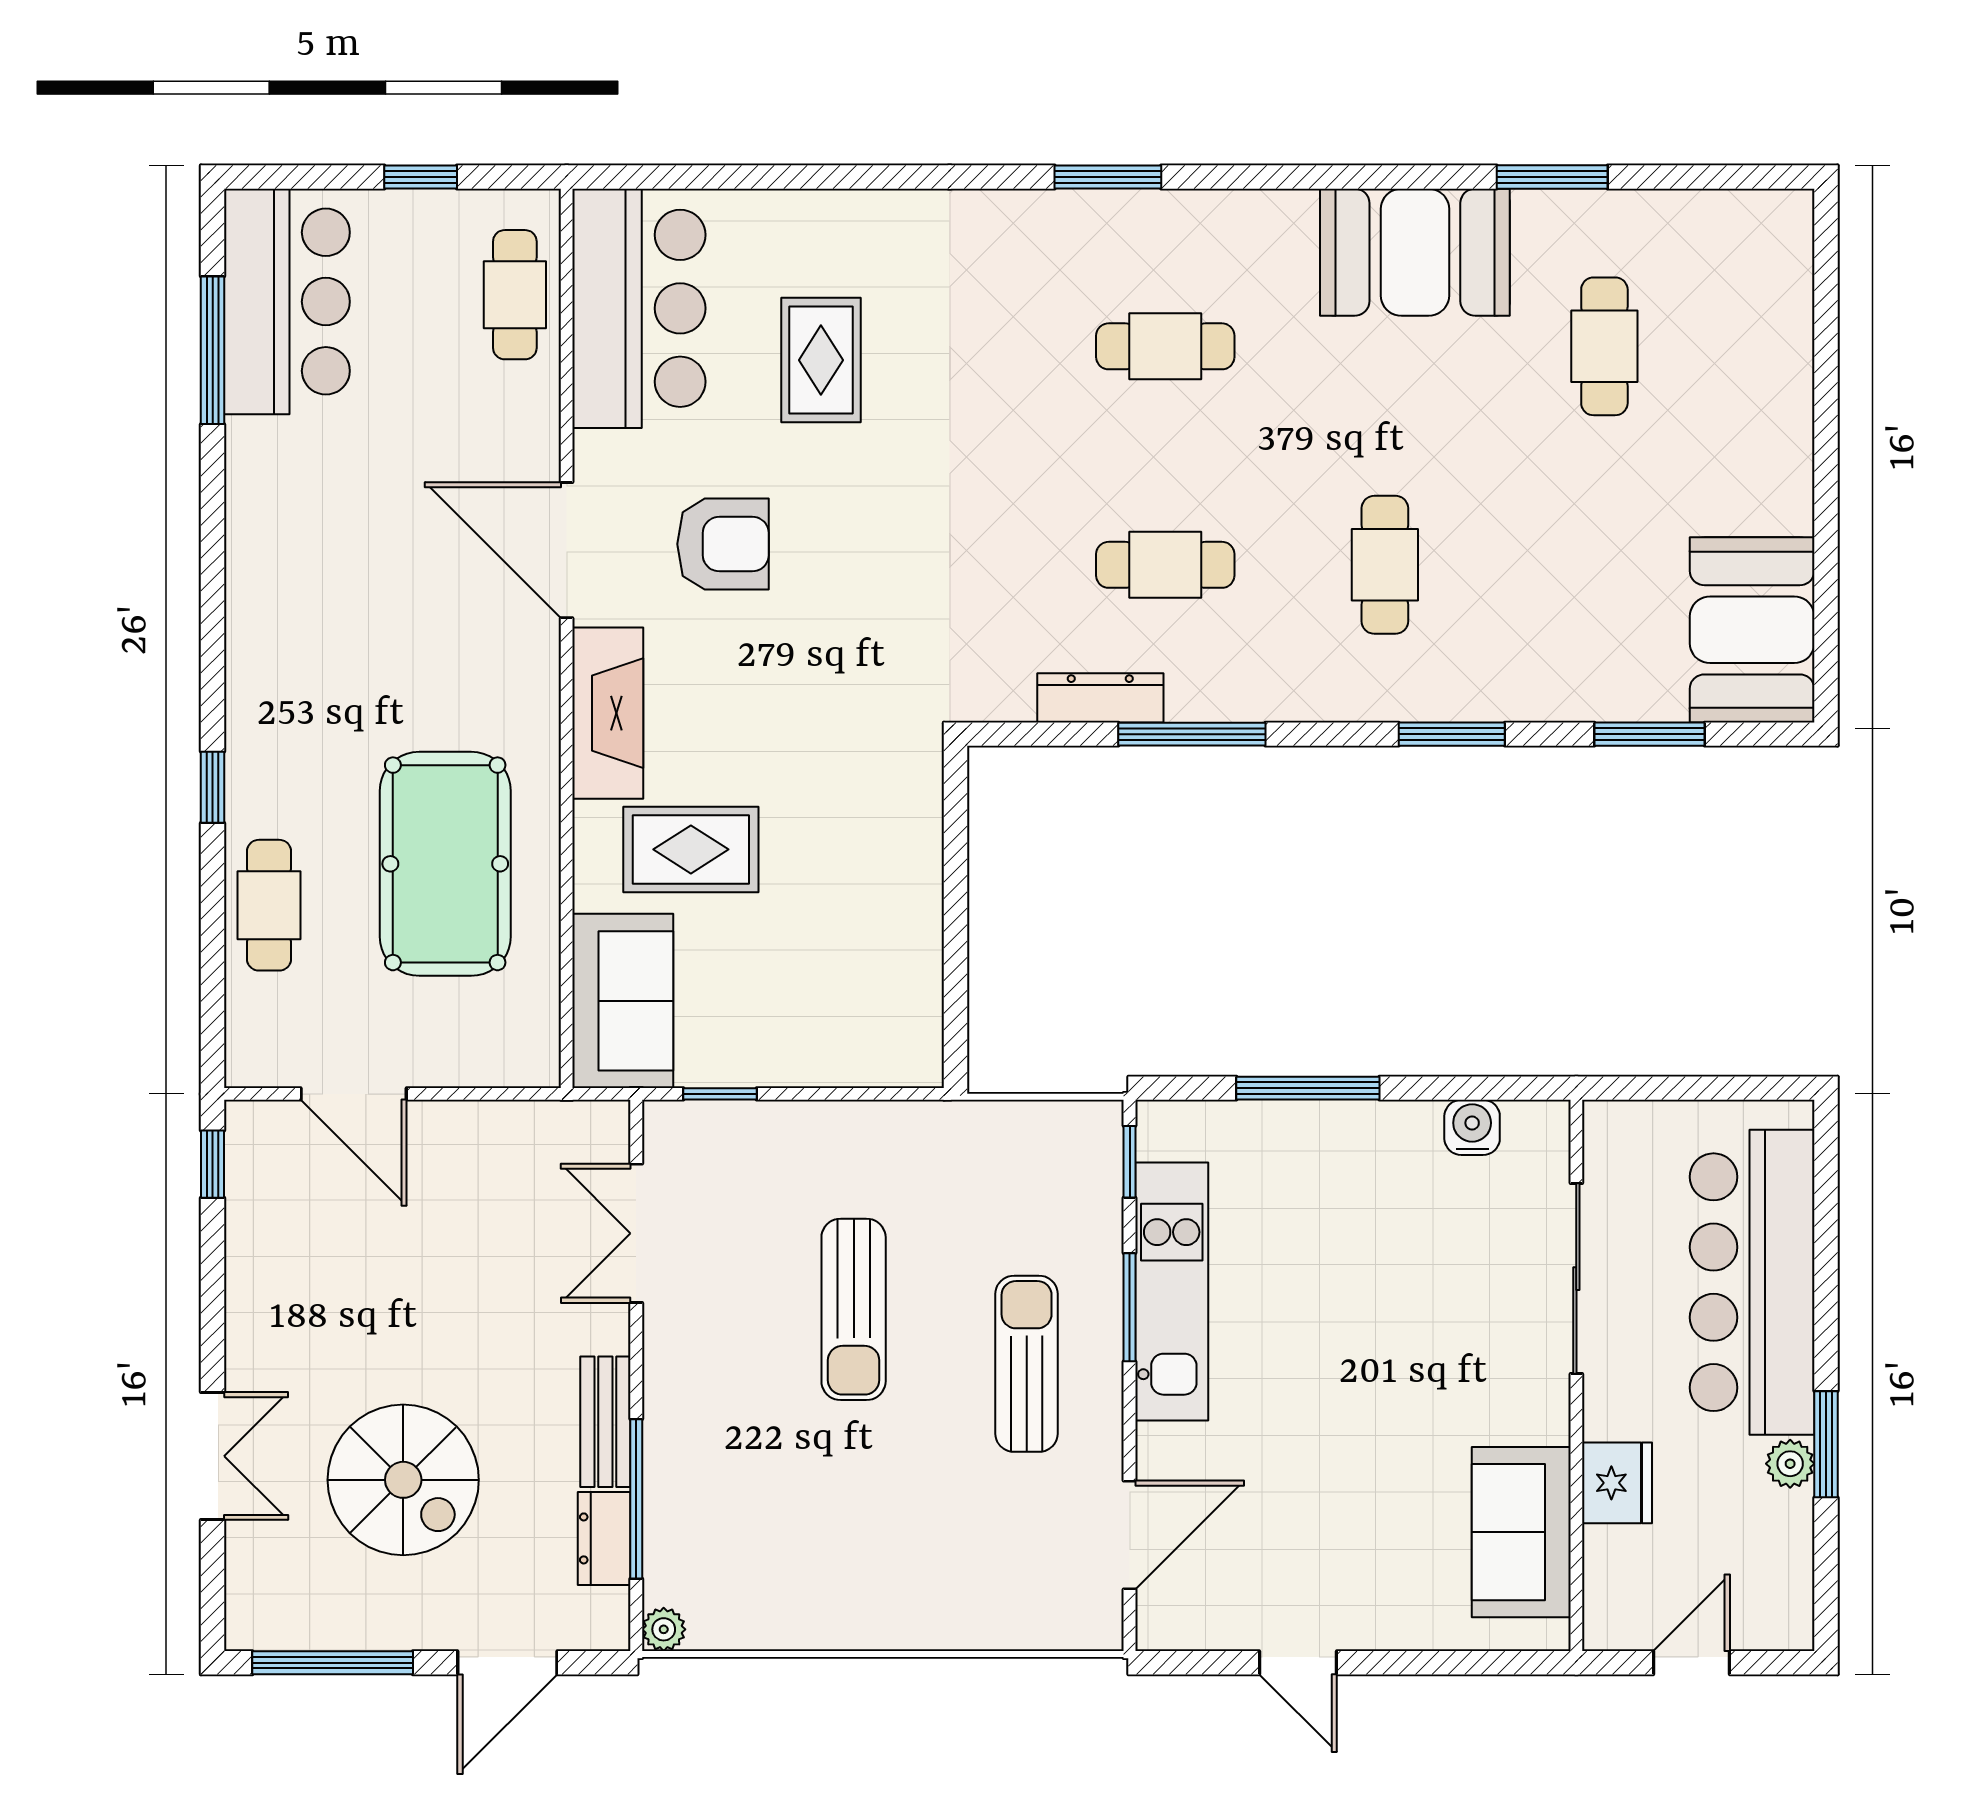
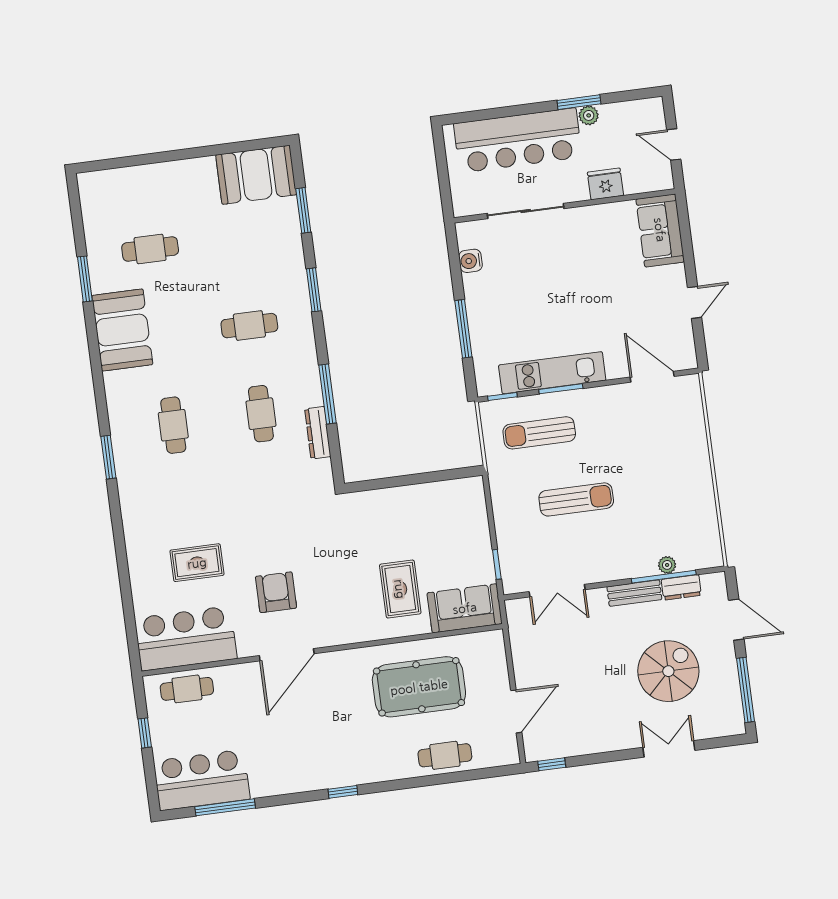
fireplace: (608, 713) -> (350, 630), removed
window: (213, 787) -> (343, 792), moved
sun lounger: (1027, 1364) -> (539, 433), moved
sofa: (1521, 1532) -> (660, 230), moved, turned 90
plant: (664, 1629) -> (667, 565), moved

